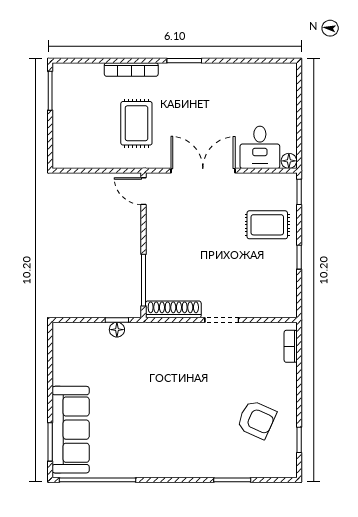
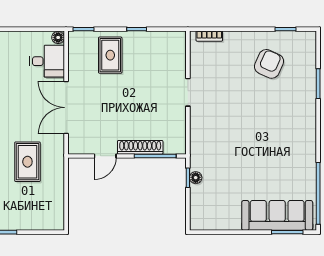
rug: (136, 123) -> (27, 162), turned 90
door: (144, 191) -> (105, 156), moved
shoe rack: (173, 309) -> (140, 147), moved, turned 90

